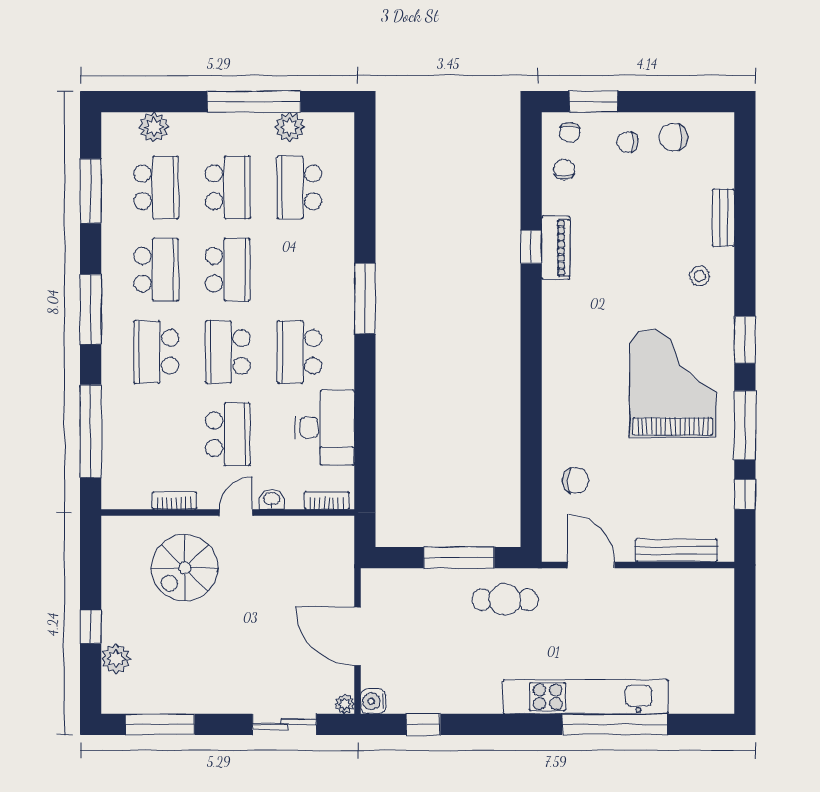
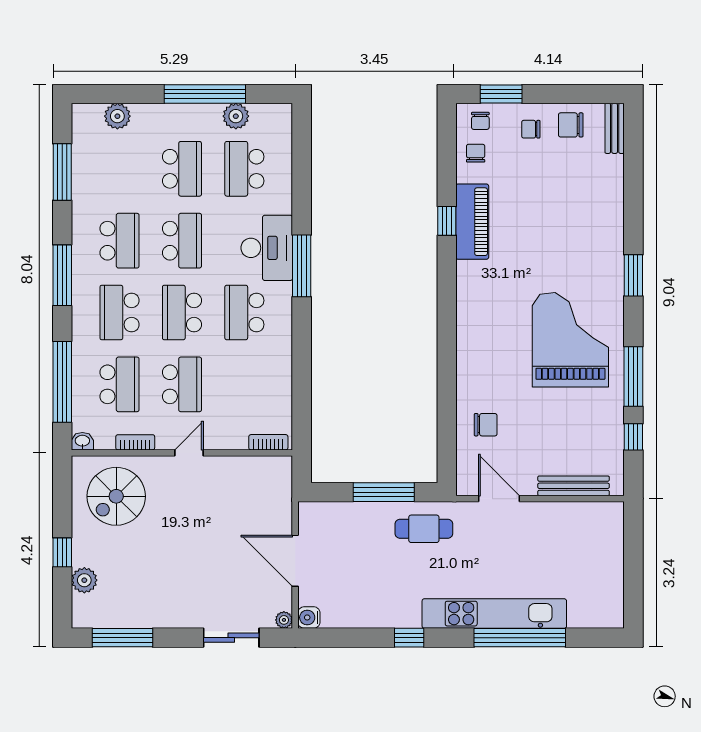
school desk: (156, 187) -> (120, 384), moved
bench: (723, 218) -> (615, 128), moved
piano: (556, 248) -> (472, 222), width x1.37, depth x1.33
stool: (699, 276) -> (594, 246), removed
window: (745, 340) -> (633, 275), moved
desk: (325, 427) -> (267, 248), moved
washbasin: (272, 499) -> (82, 441), moved
spiral stairs: (185, 568) -> (116, 496), moved
window: (423, 724) -> (409, 638), moved

